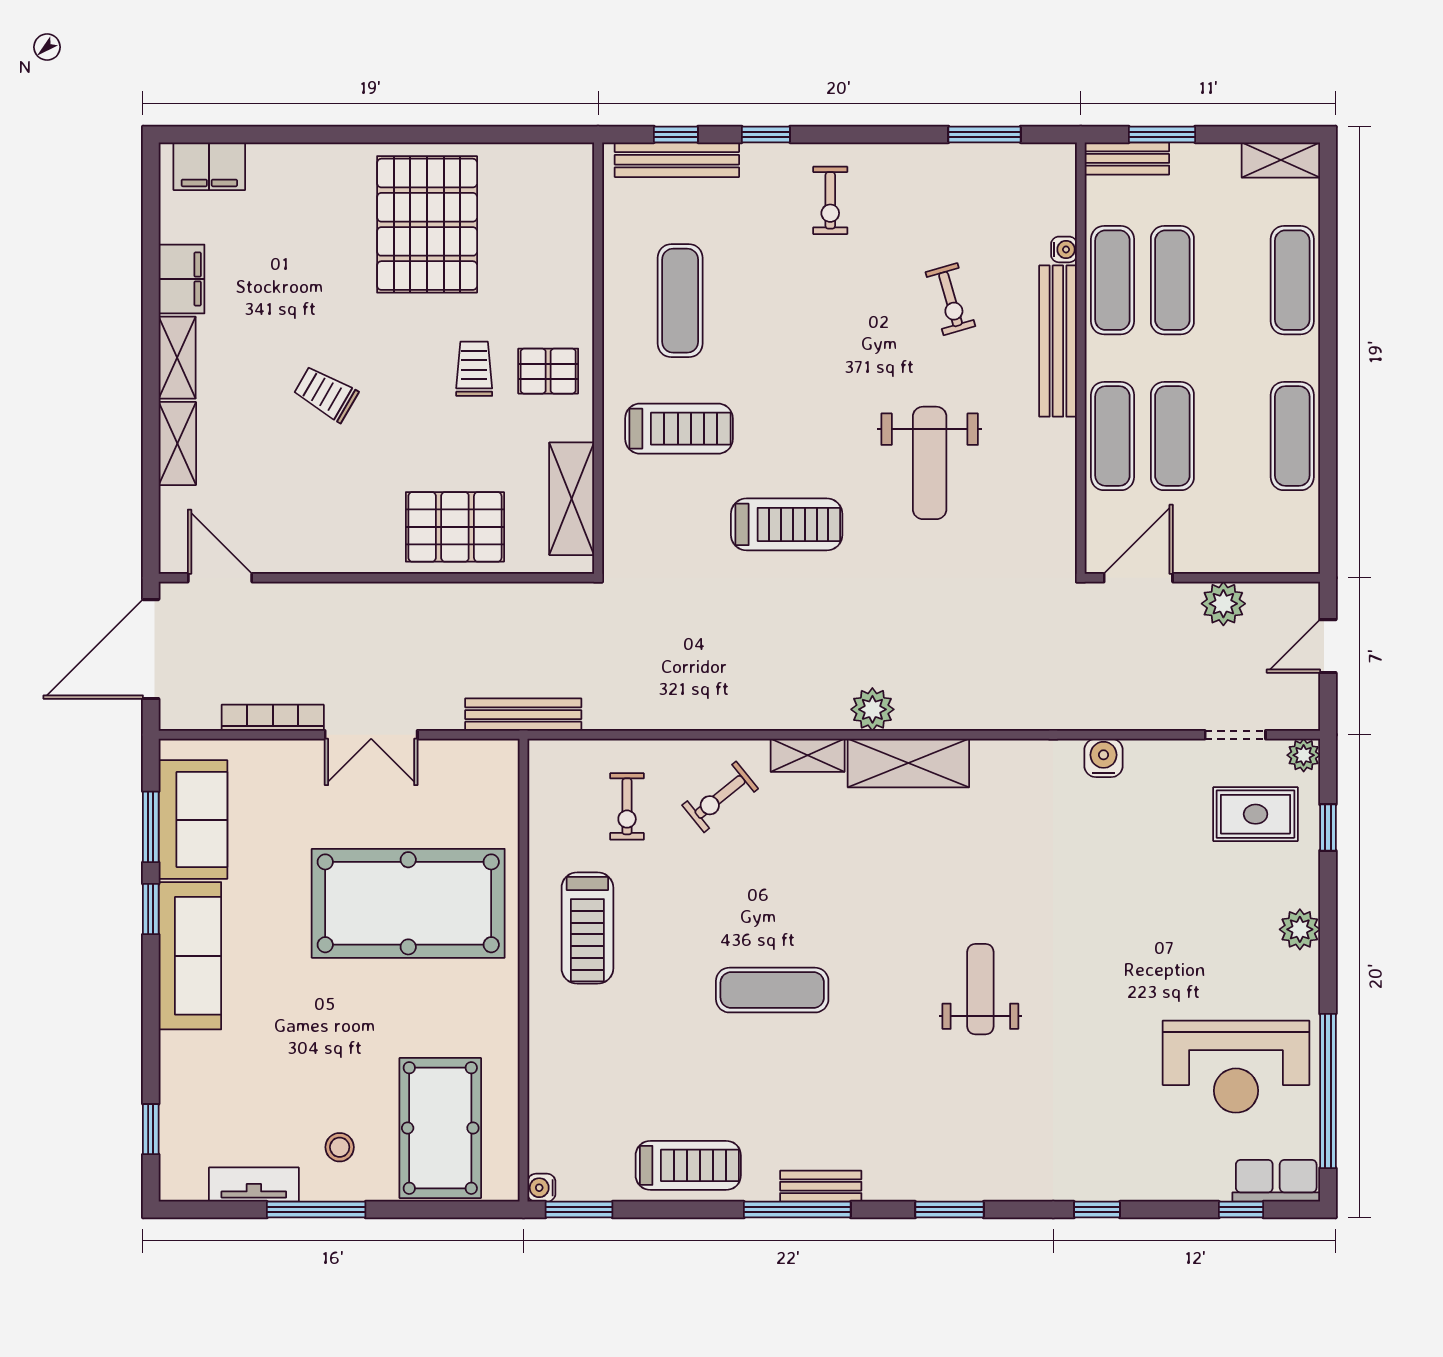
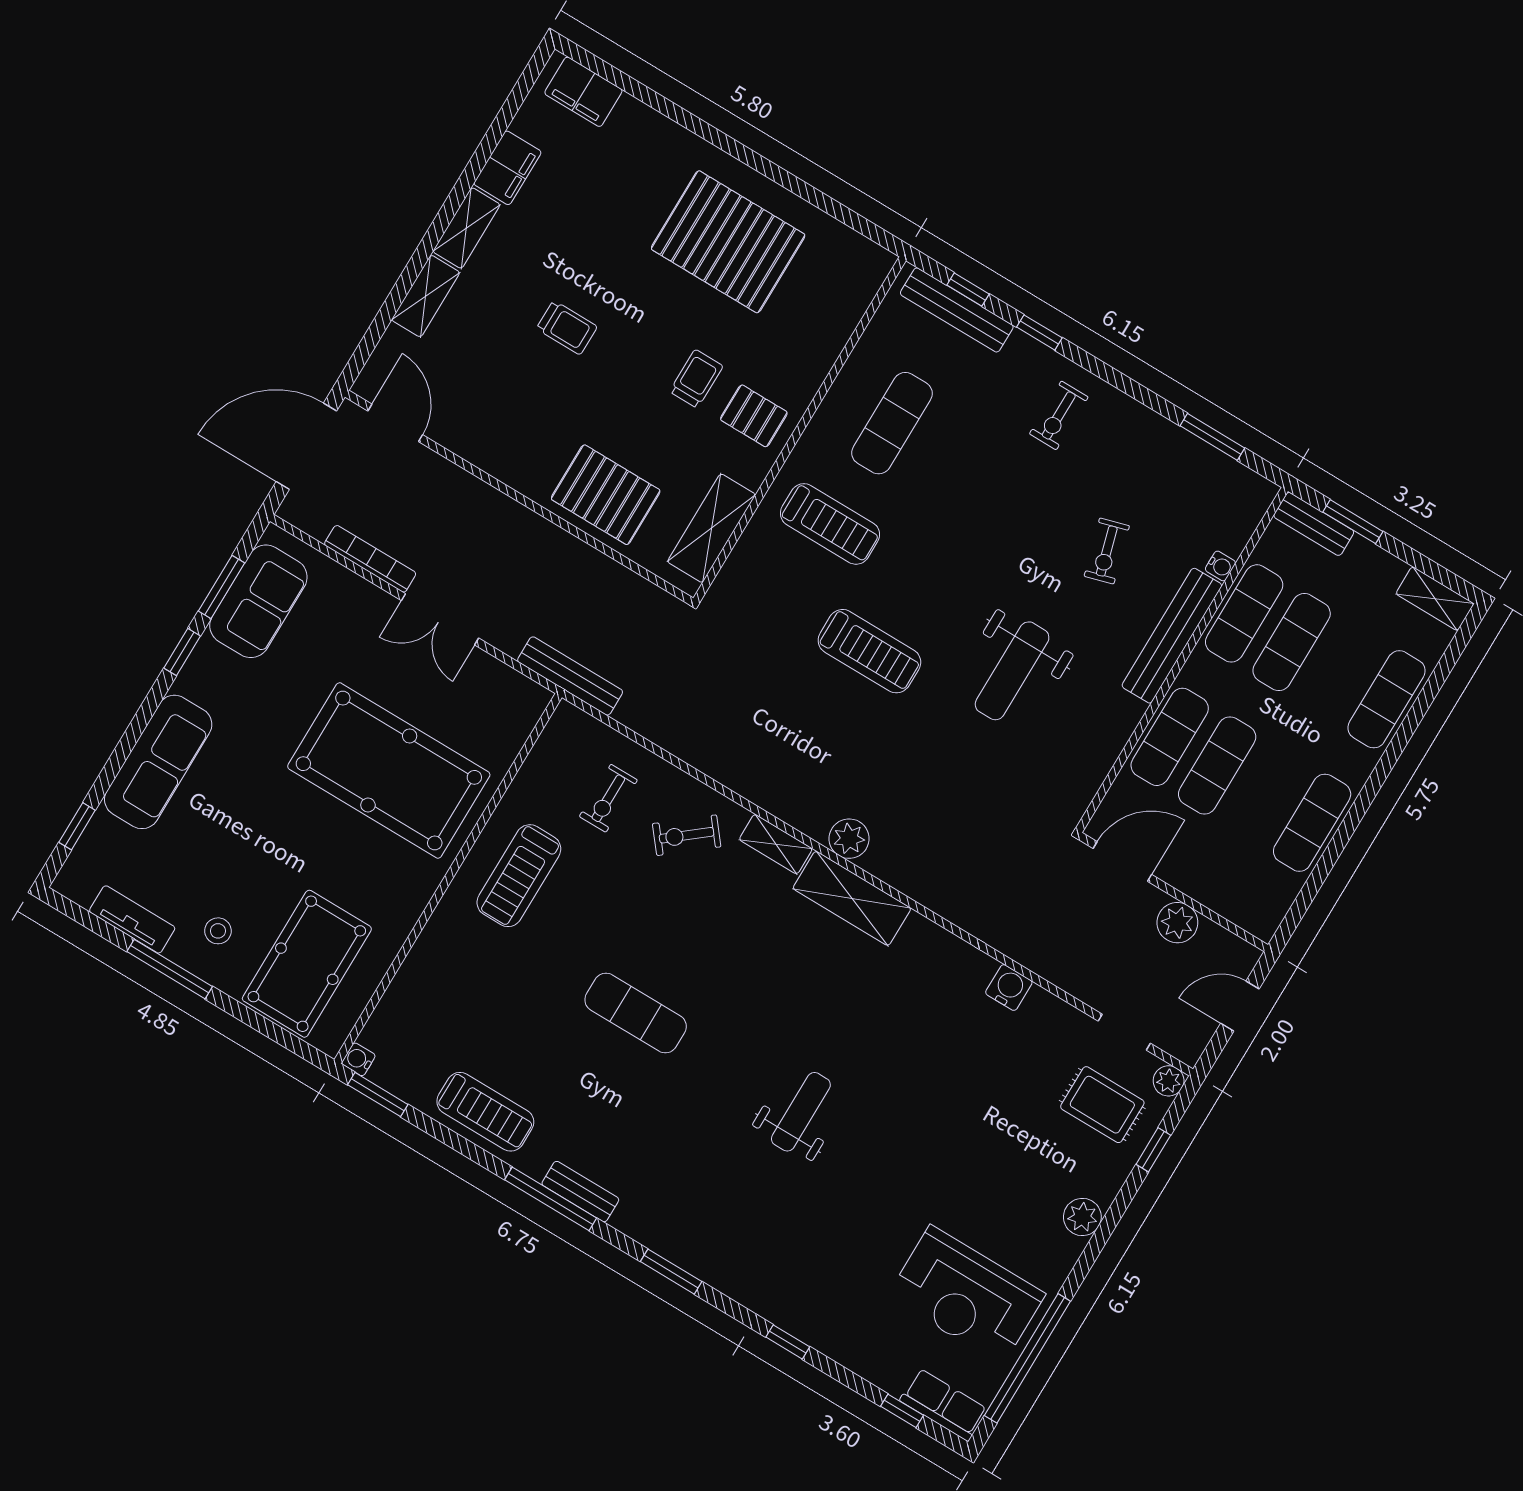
pallet: (427, 224) -> (728, 242), turned 90
trolley: (326, 394) -> (567, 328), turned 150
sofa: (190, 956) -> (158, 762), moved

